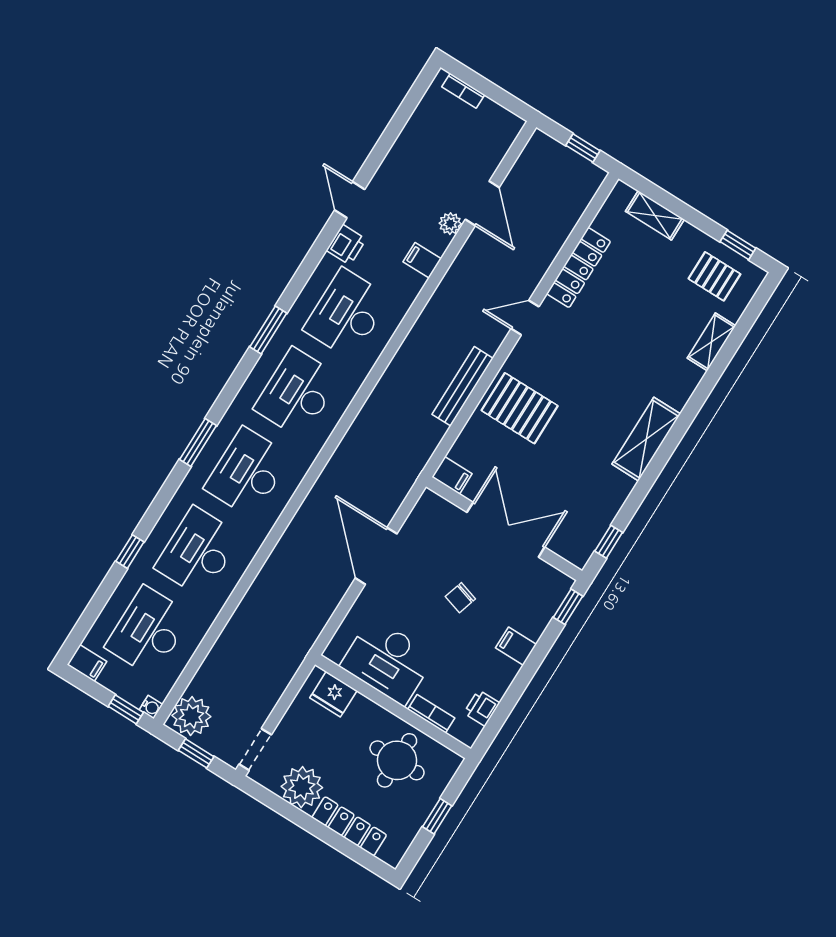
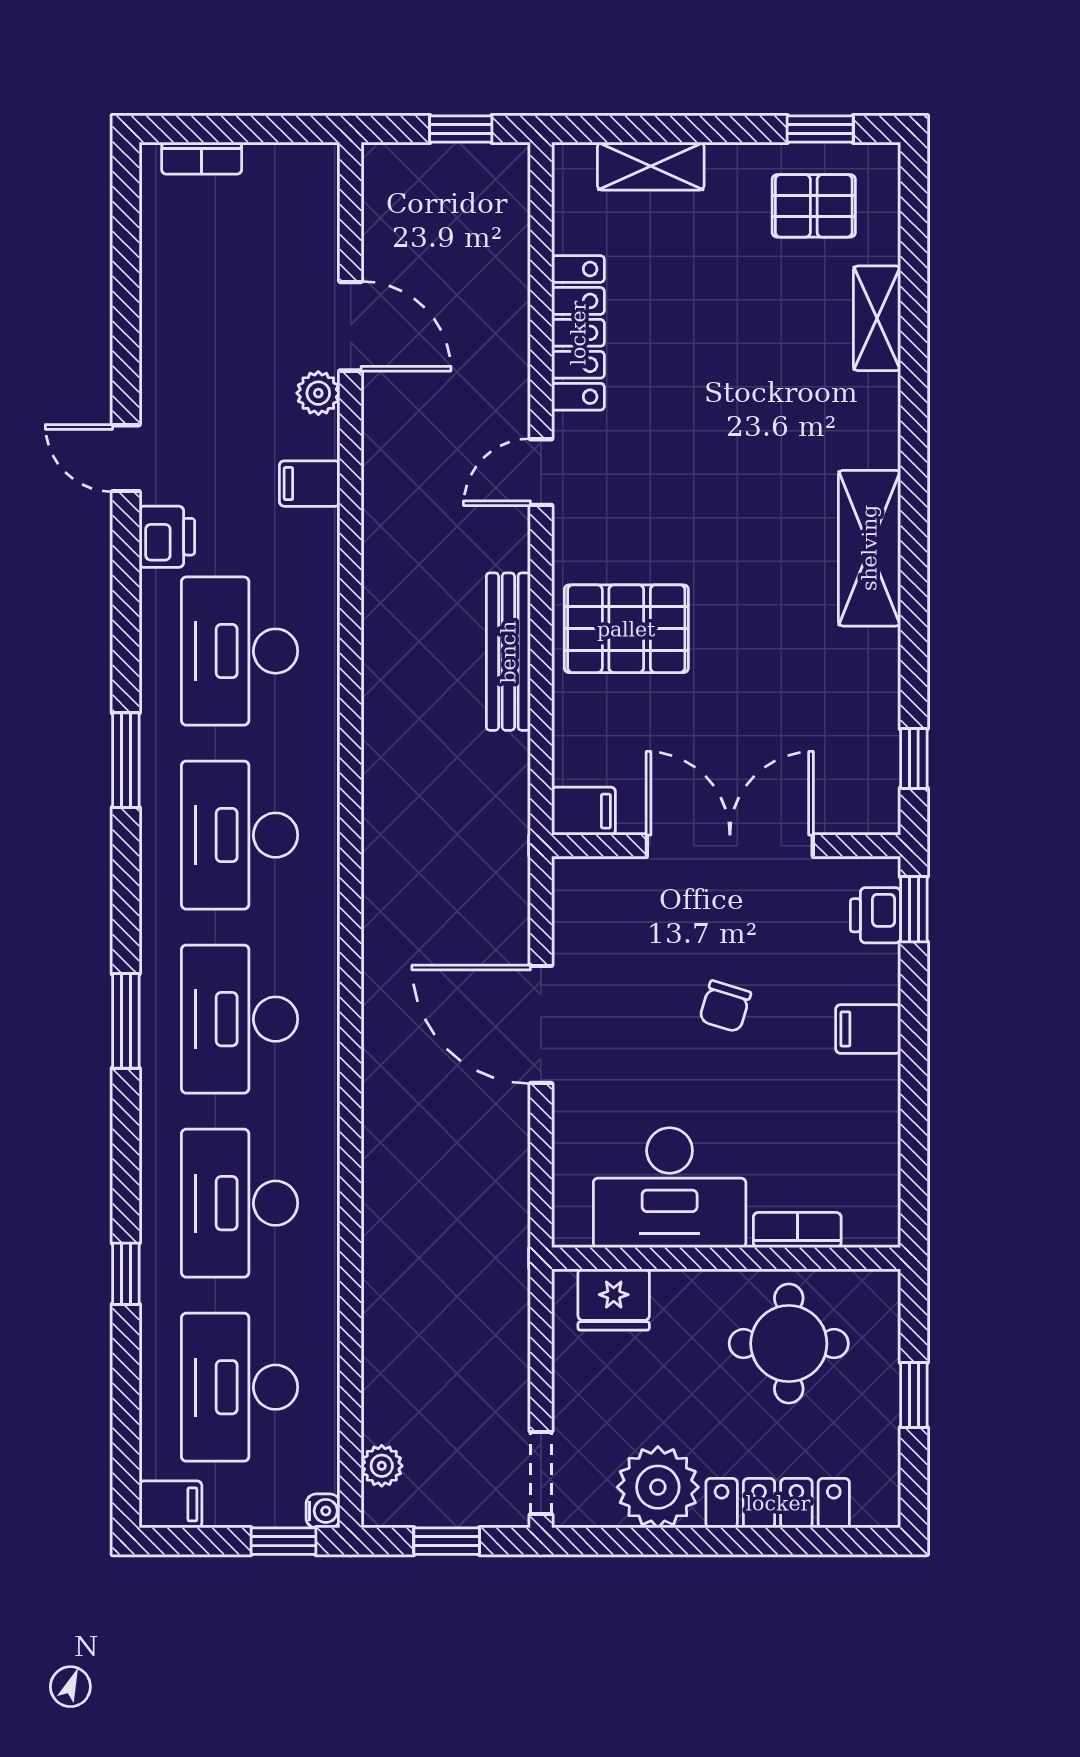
printer: (482, 708) -> (875, 915), moved
plant: (191, 716) -> (382, 1466), width x0.53, depth x0.53

